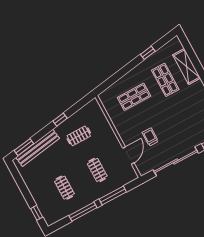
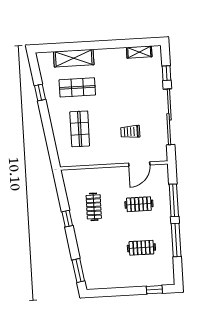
bench: (38, 148) -> (86, 256), removed
door: (128, 156) -> (139, 164), swing flipped

